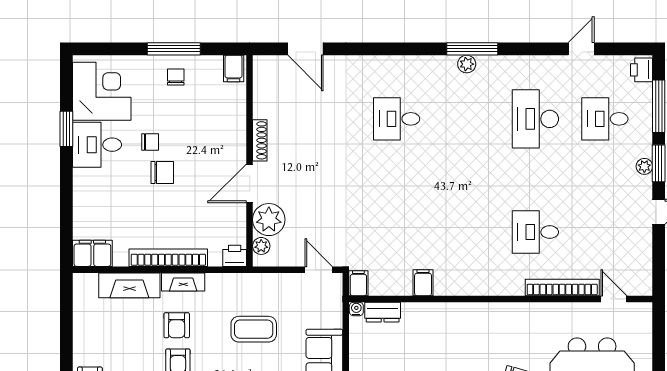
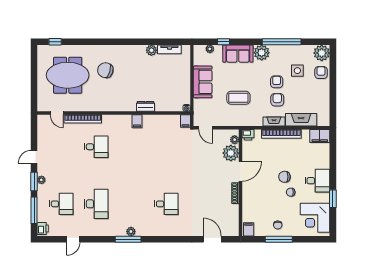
desk: (97, 145) -> (317, 181), moved
filing cabinet: (423, 283) -> (137, 121), moved
dresser: (383, 312) -> (146, 106), moved

